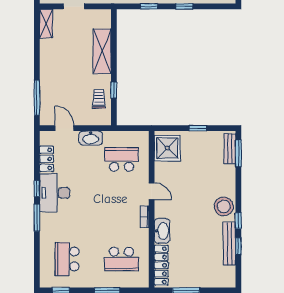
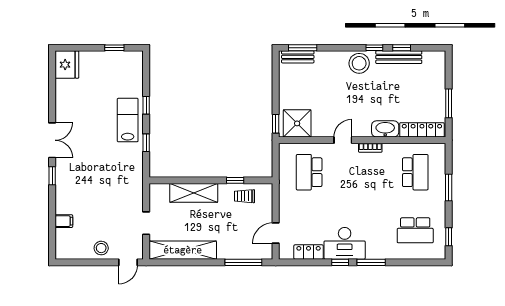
shelving: (46, 24) -> (183, 250), width x2.20, depth x1.33
window: (198, 128) -> (276, 124), moved
washbasin: (91, 138) -> (286, 205), removed

